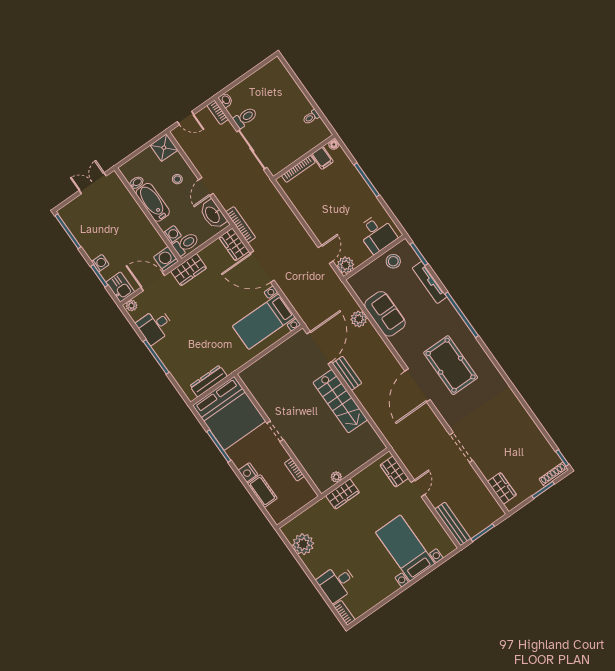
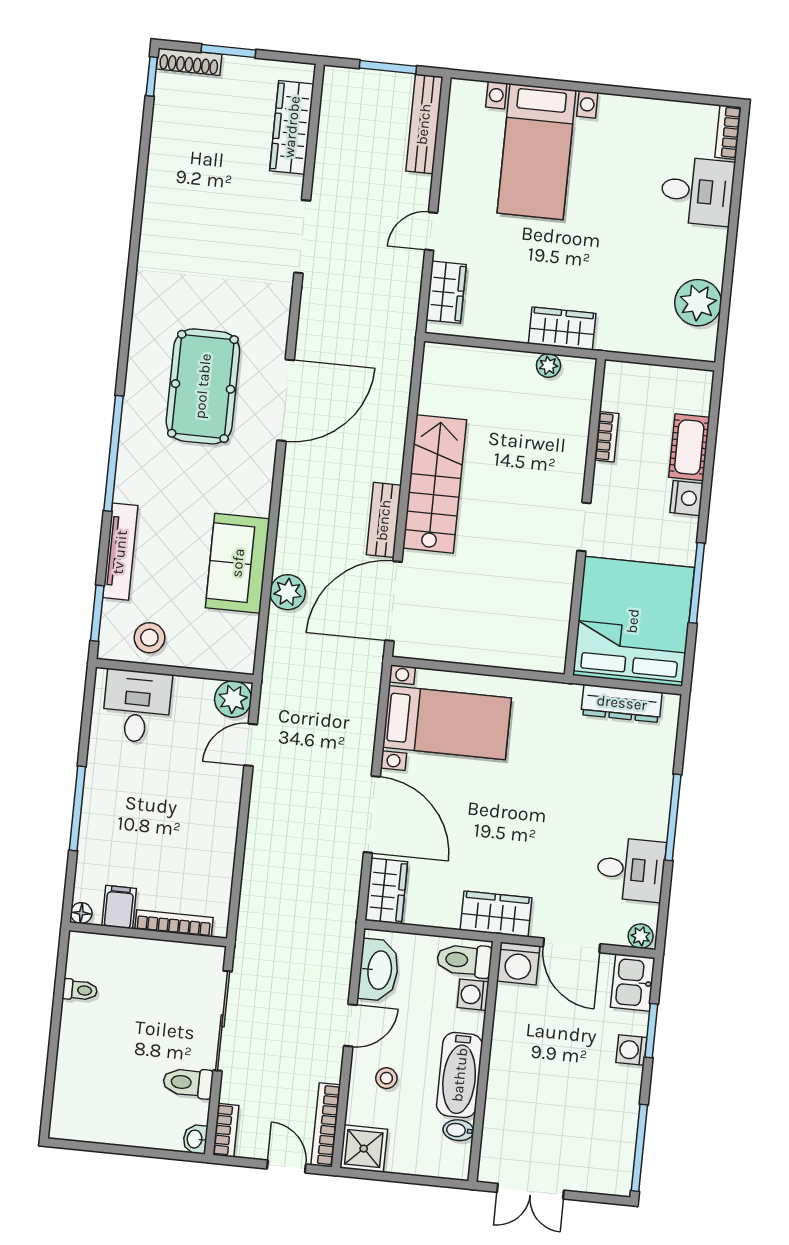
bookcase: (241, 225) -> (326, 1125), moved
wardrobe: (502, 488) -> (292, 127), width x1.50

